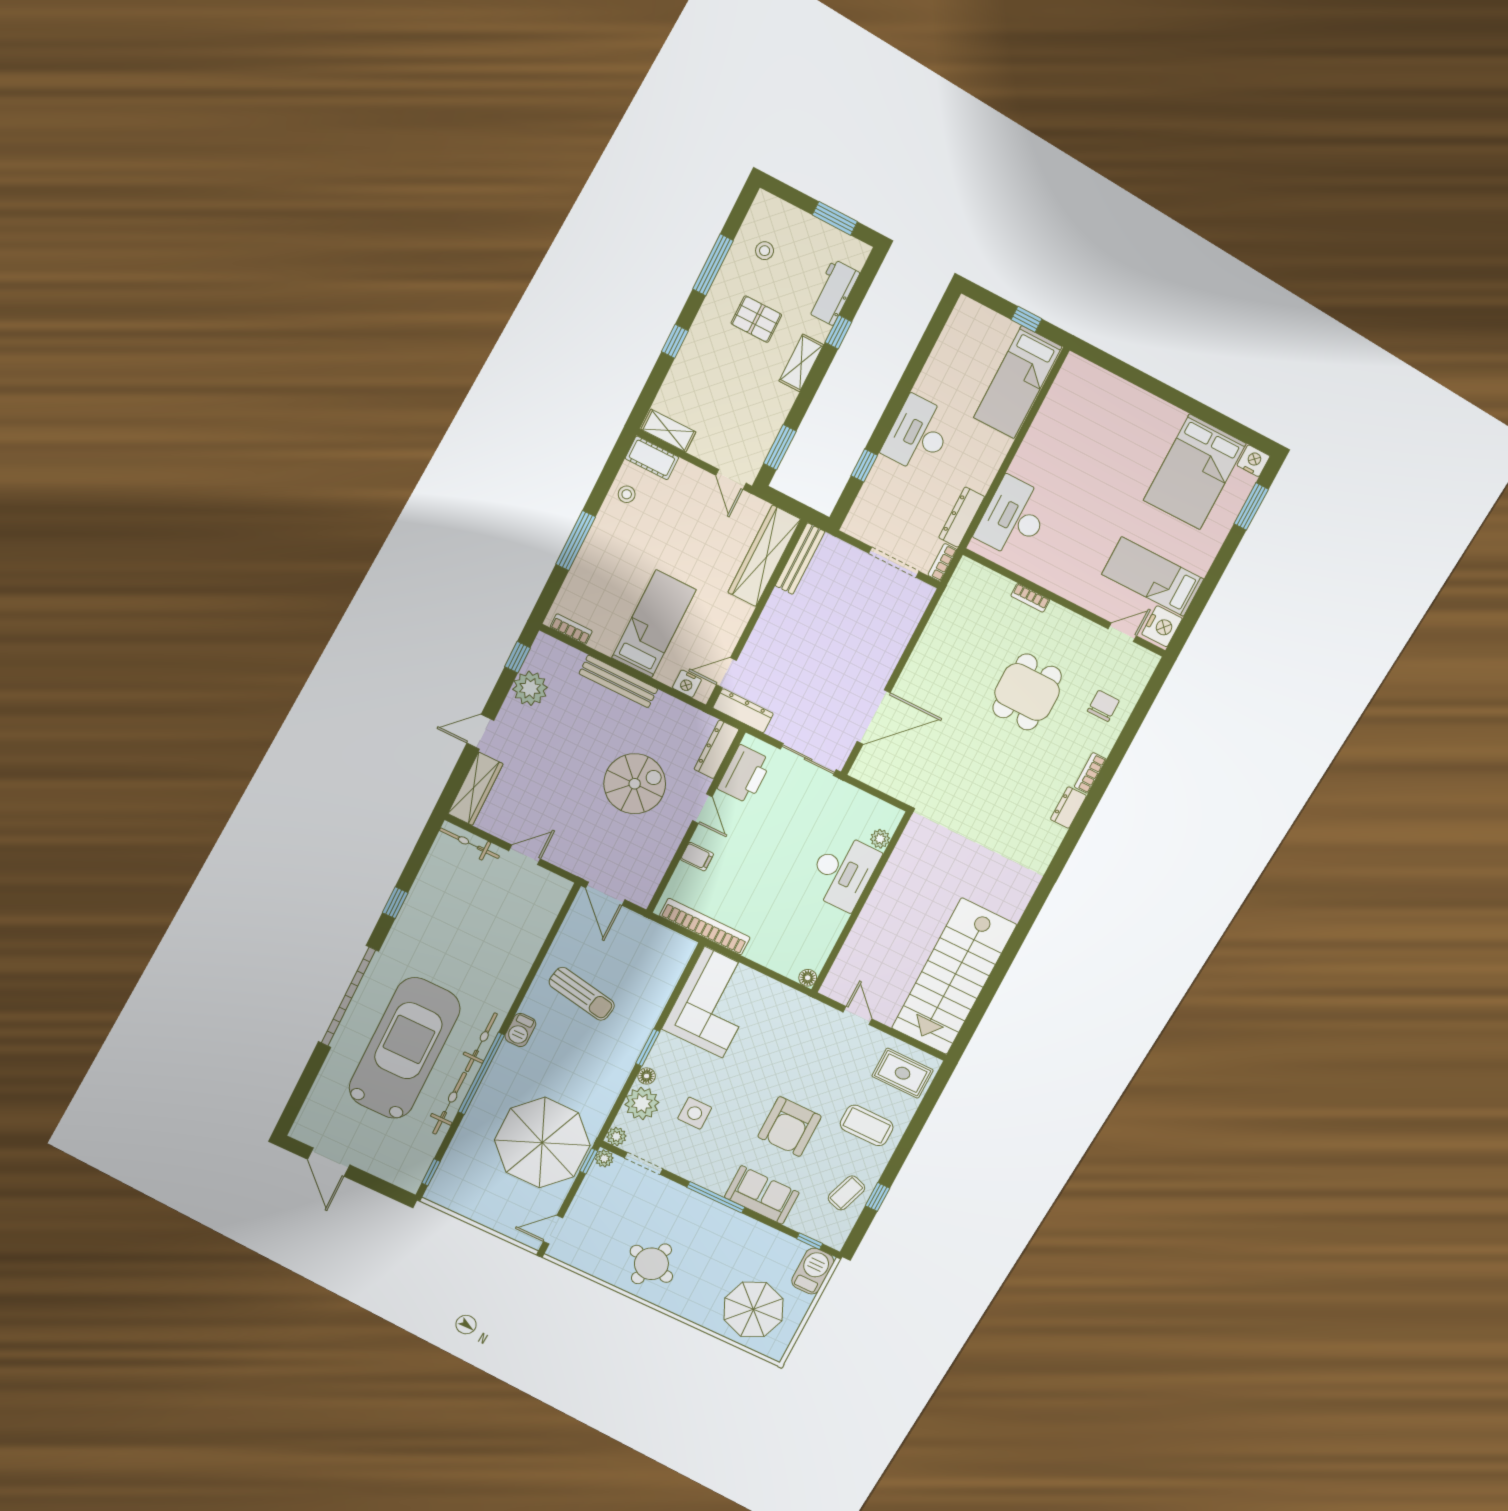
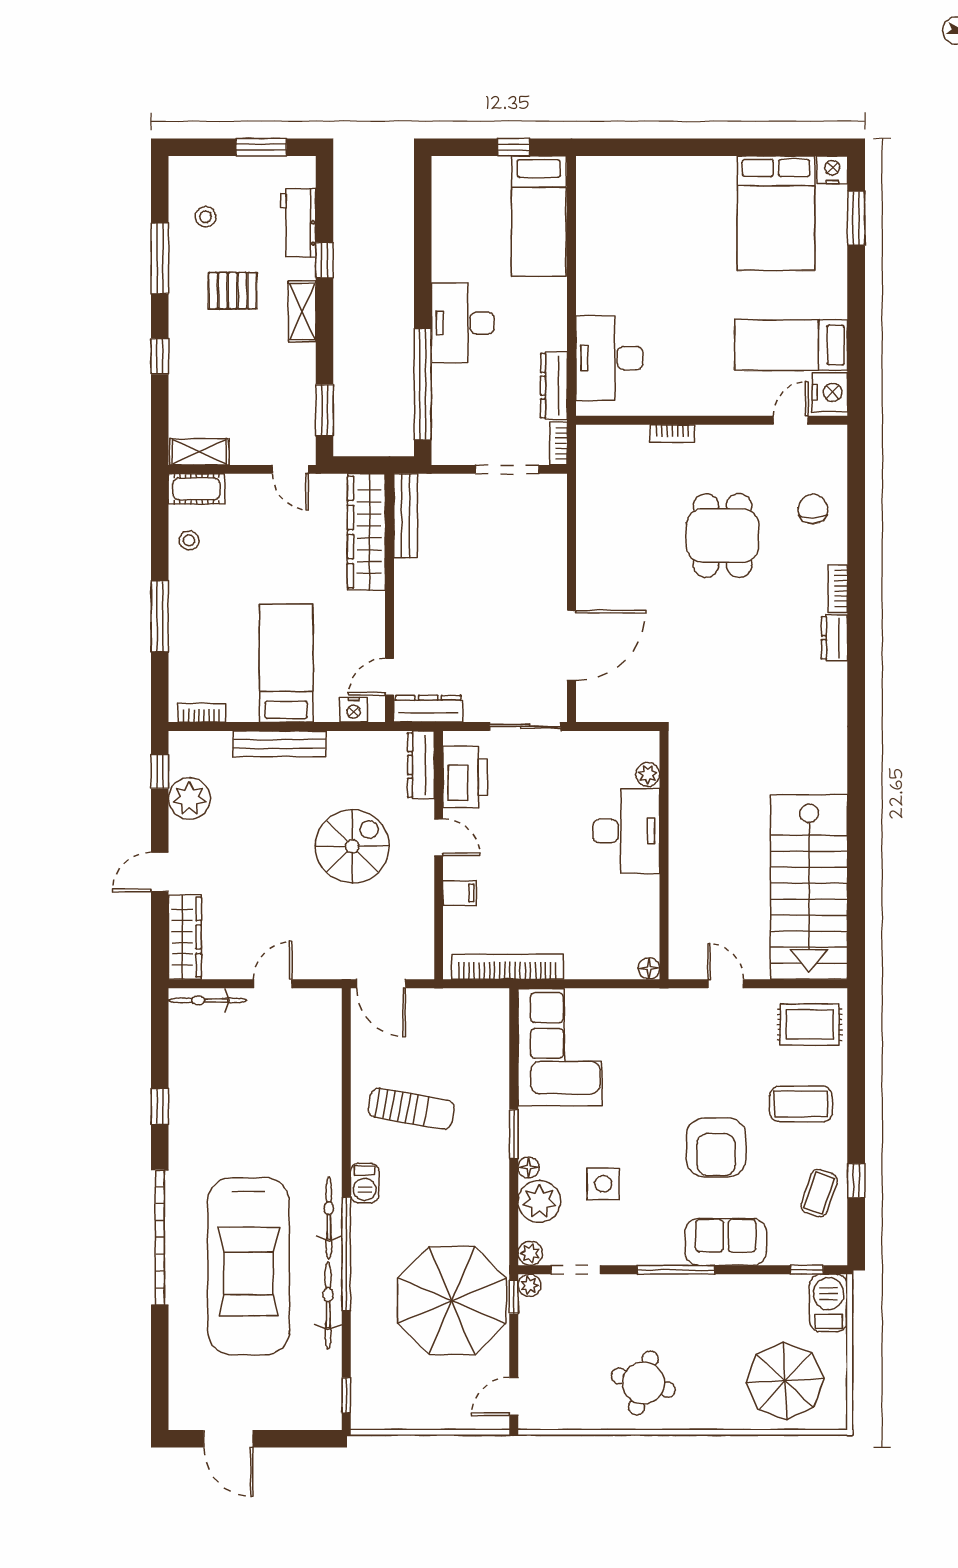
window: (864, 465) -> (423, 384), width x3.17
car: (405, 1048) -> (249, 1266), turned 180

